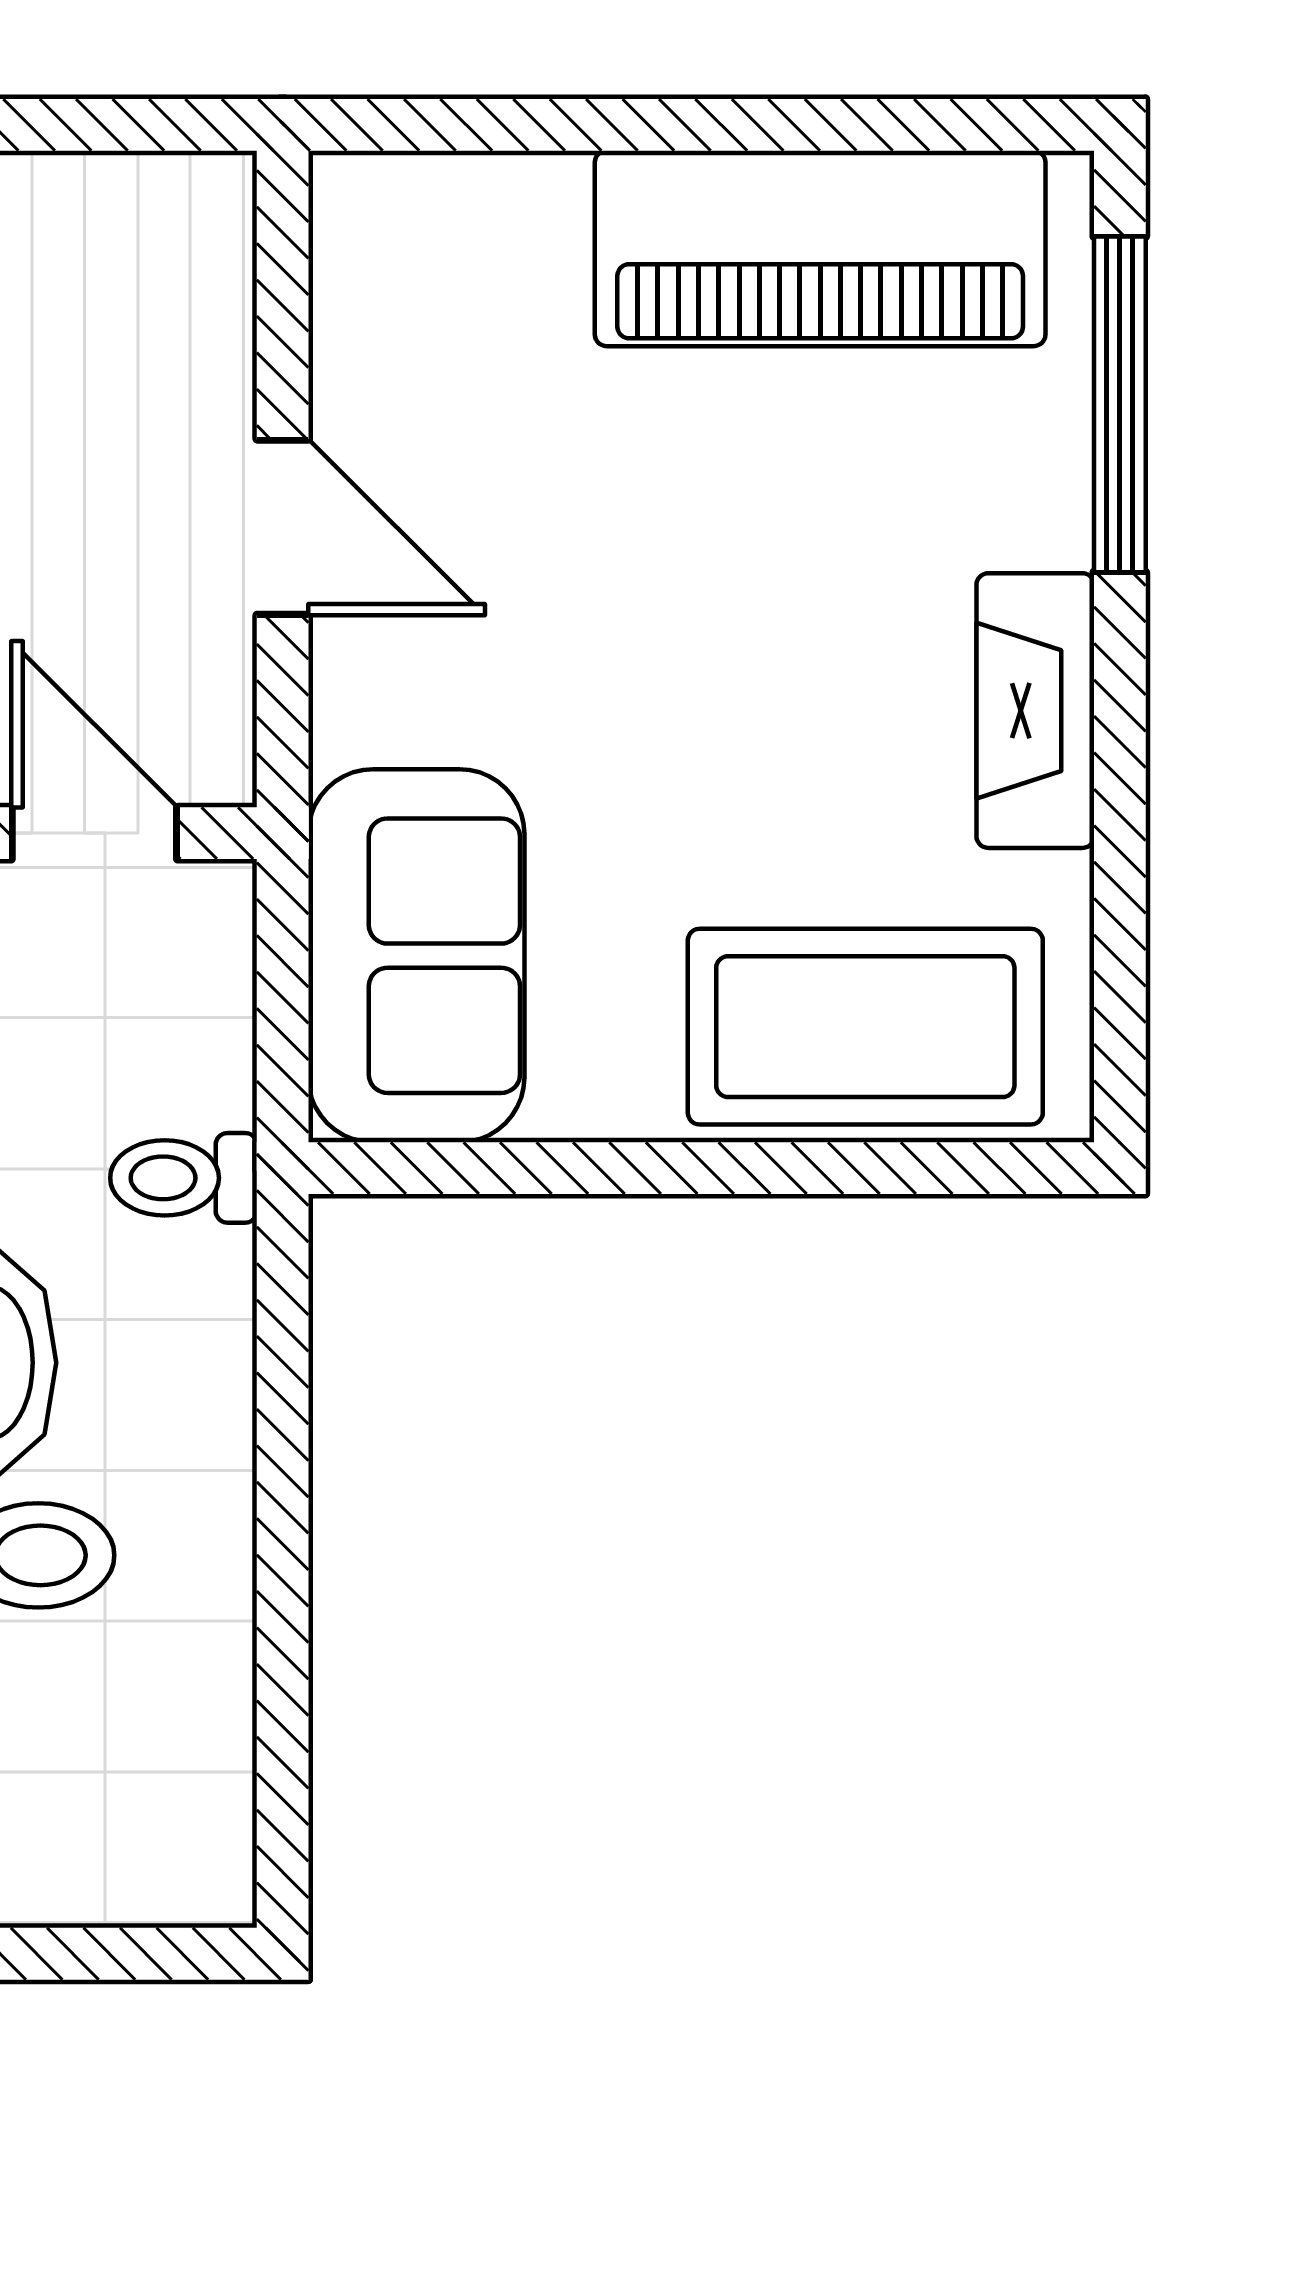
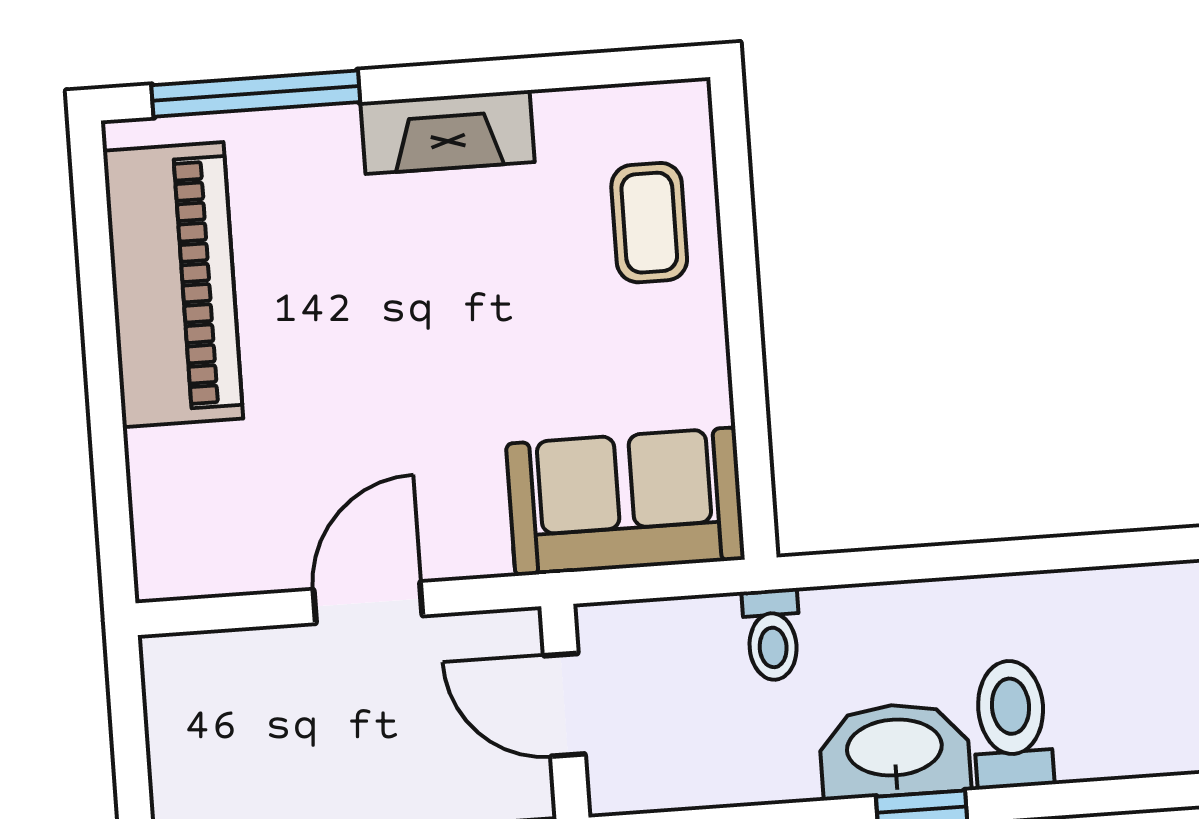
door: (94, 833) -> (564, 705), hinge flipped
coffee table: (865, 1027) -> (649, 223), width x0.54, depth x0.58

